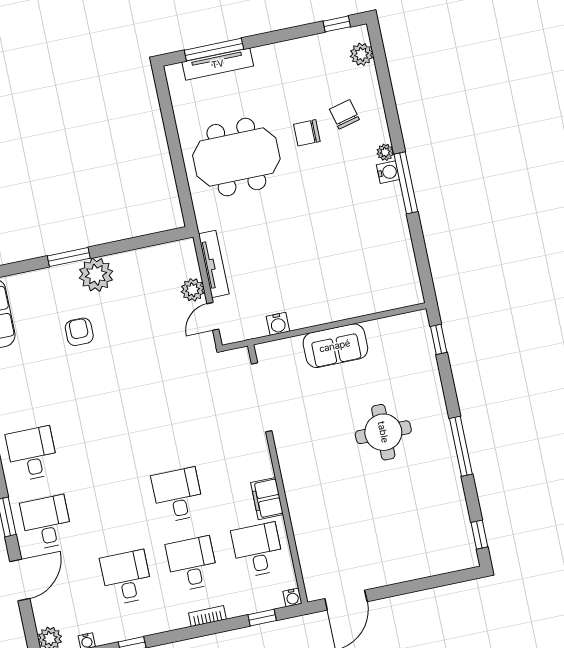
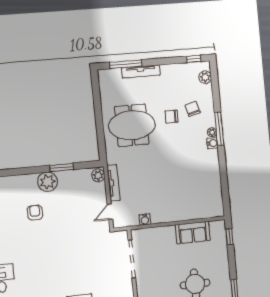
tv unit: (218, 64) -> (141, 71), moved
window: (406, 183) -> (219, 129), moved
window: (69, 257) -> (62, 167), moved
plant: (193, 290) -> (98, 175), moved
sofa: (335, 346) -> (193, 233), moved

